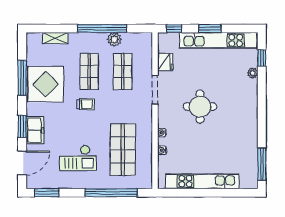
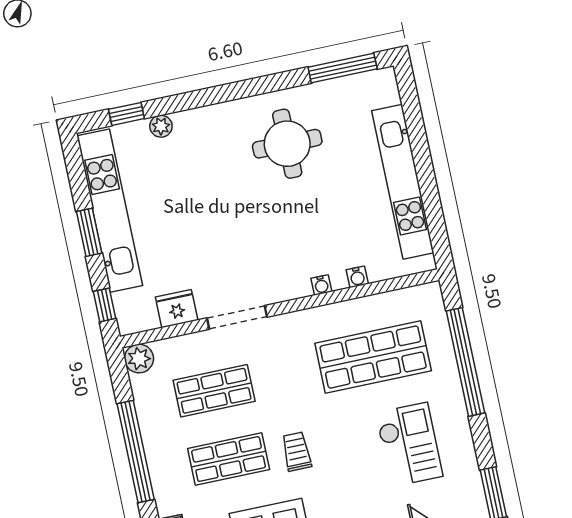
plant: (114, 39) -> (139, 359), moved
round table: (200, 107) -> (287, 144), moved

